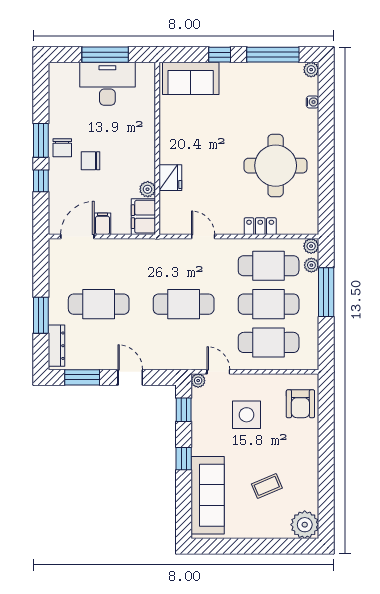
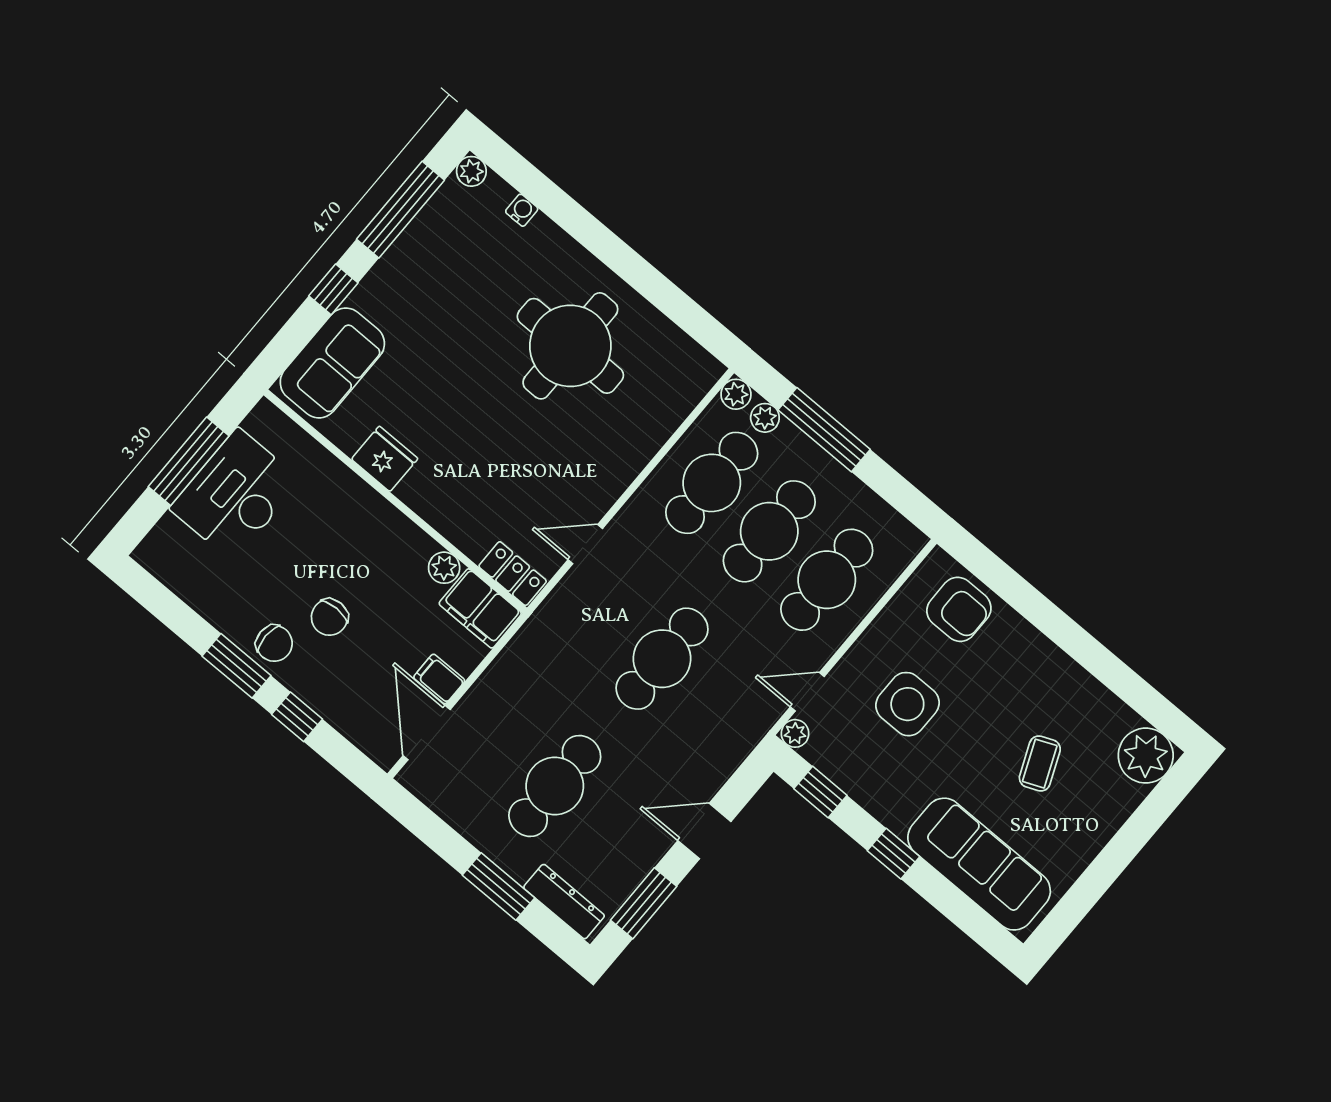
fridge: (170, 178) -> (385, 459), moved
locker: (260, 226) -> (513, 574), moved, turned 90

